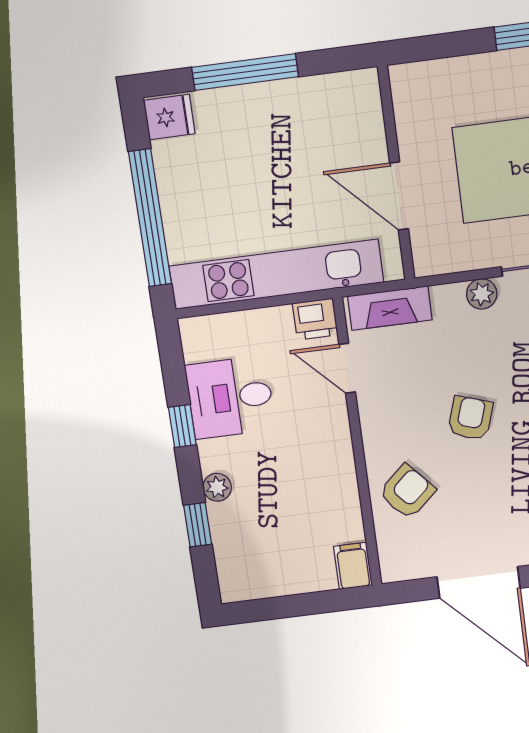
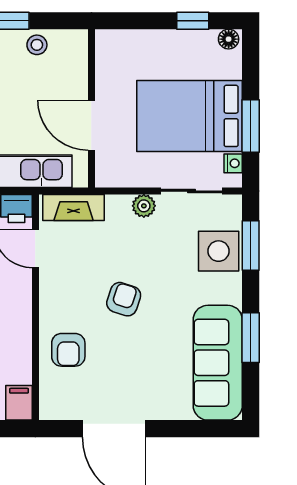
stool: (312, 97) -> (37, 45), added
armchair: (407, 492) -> (68, 350), turned 132

